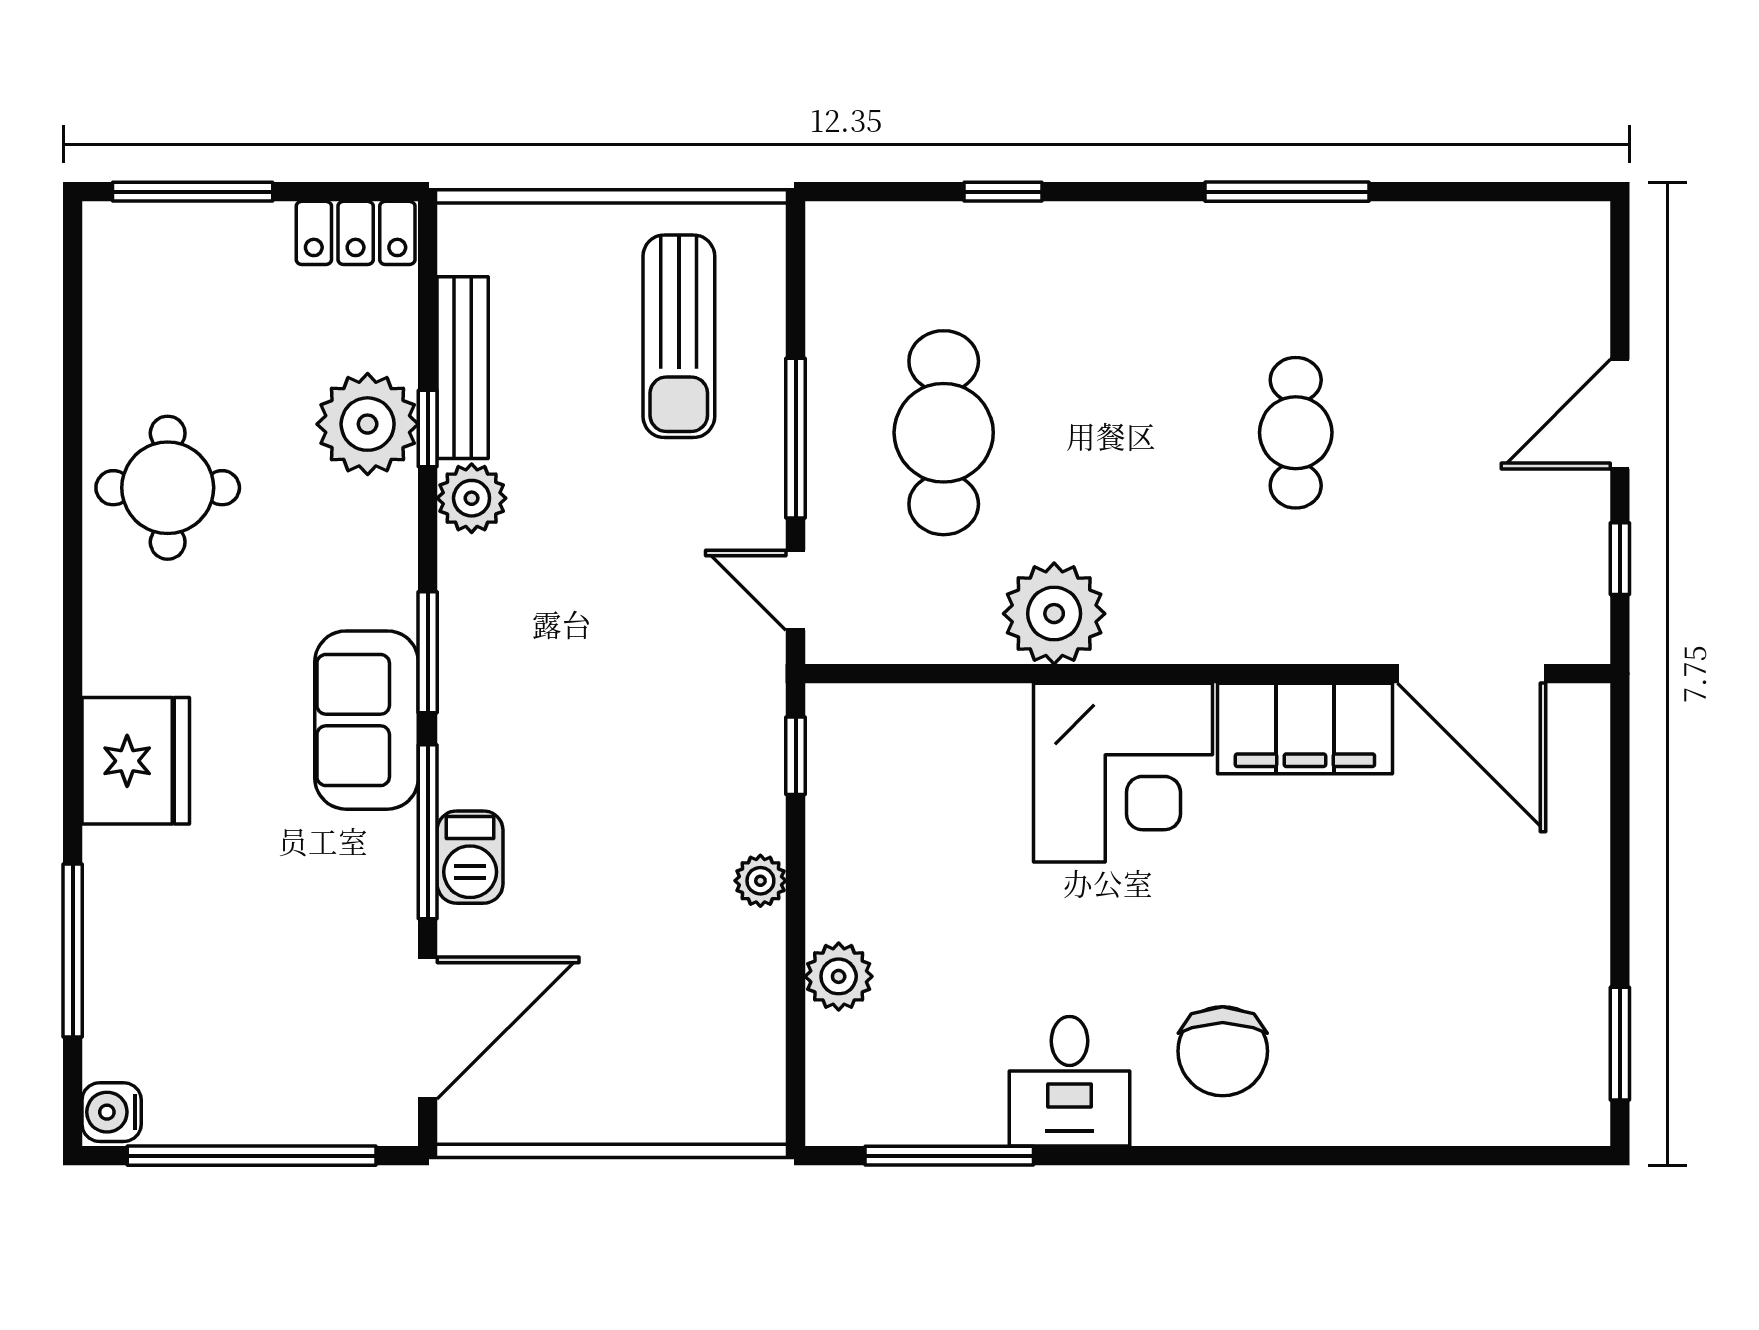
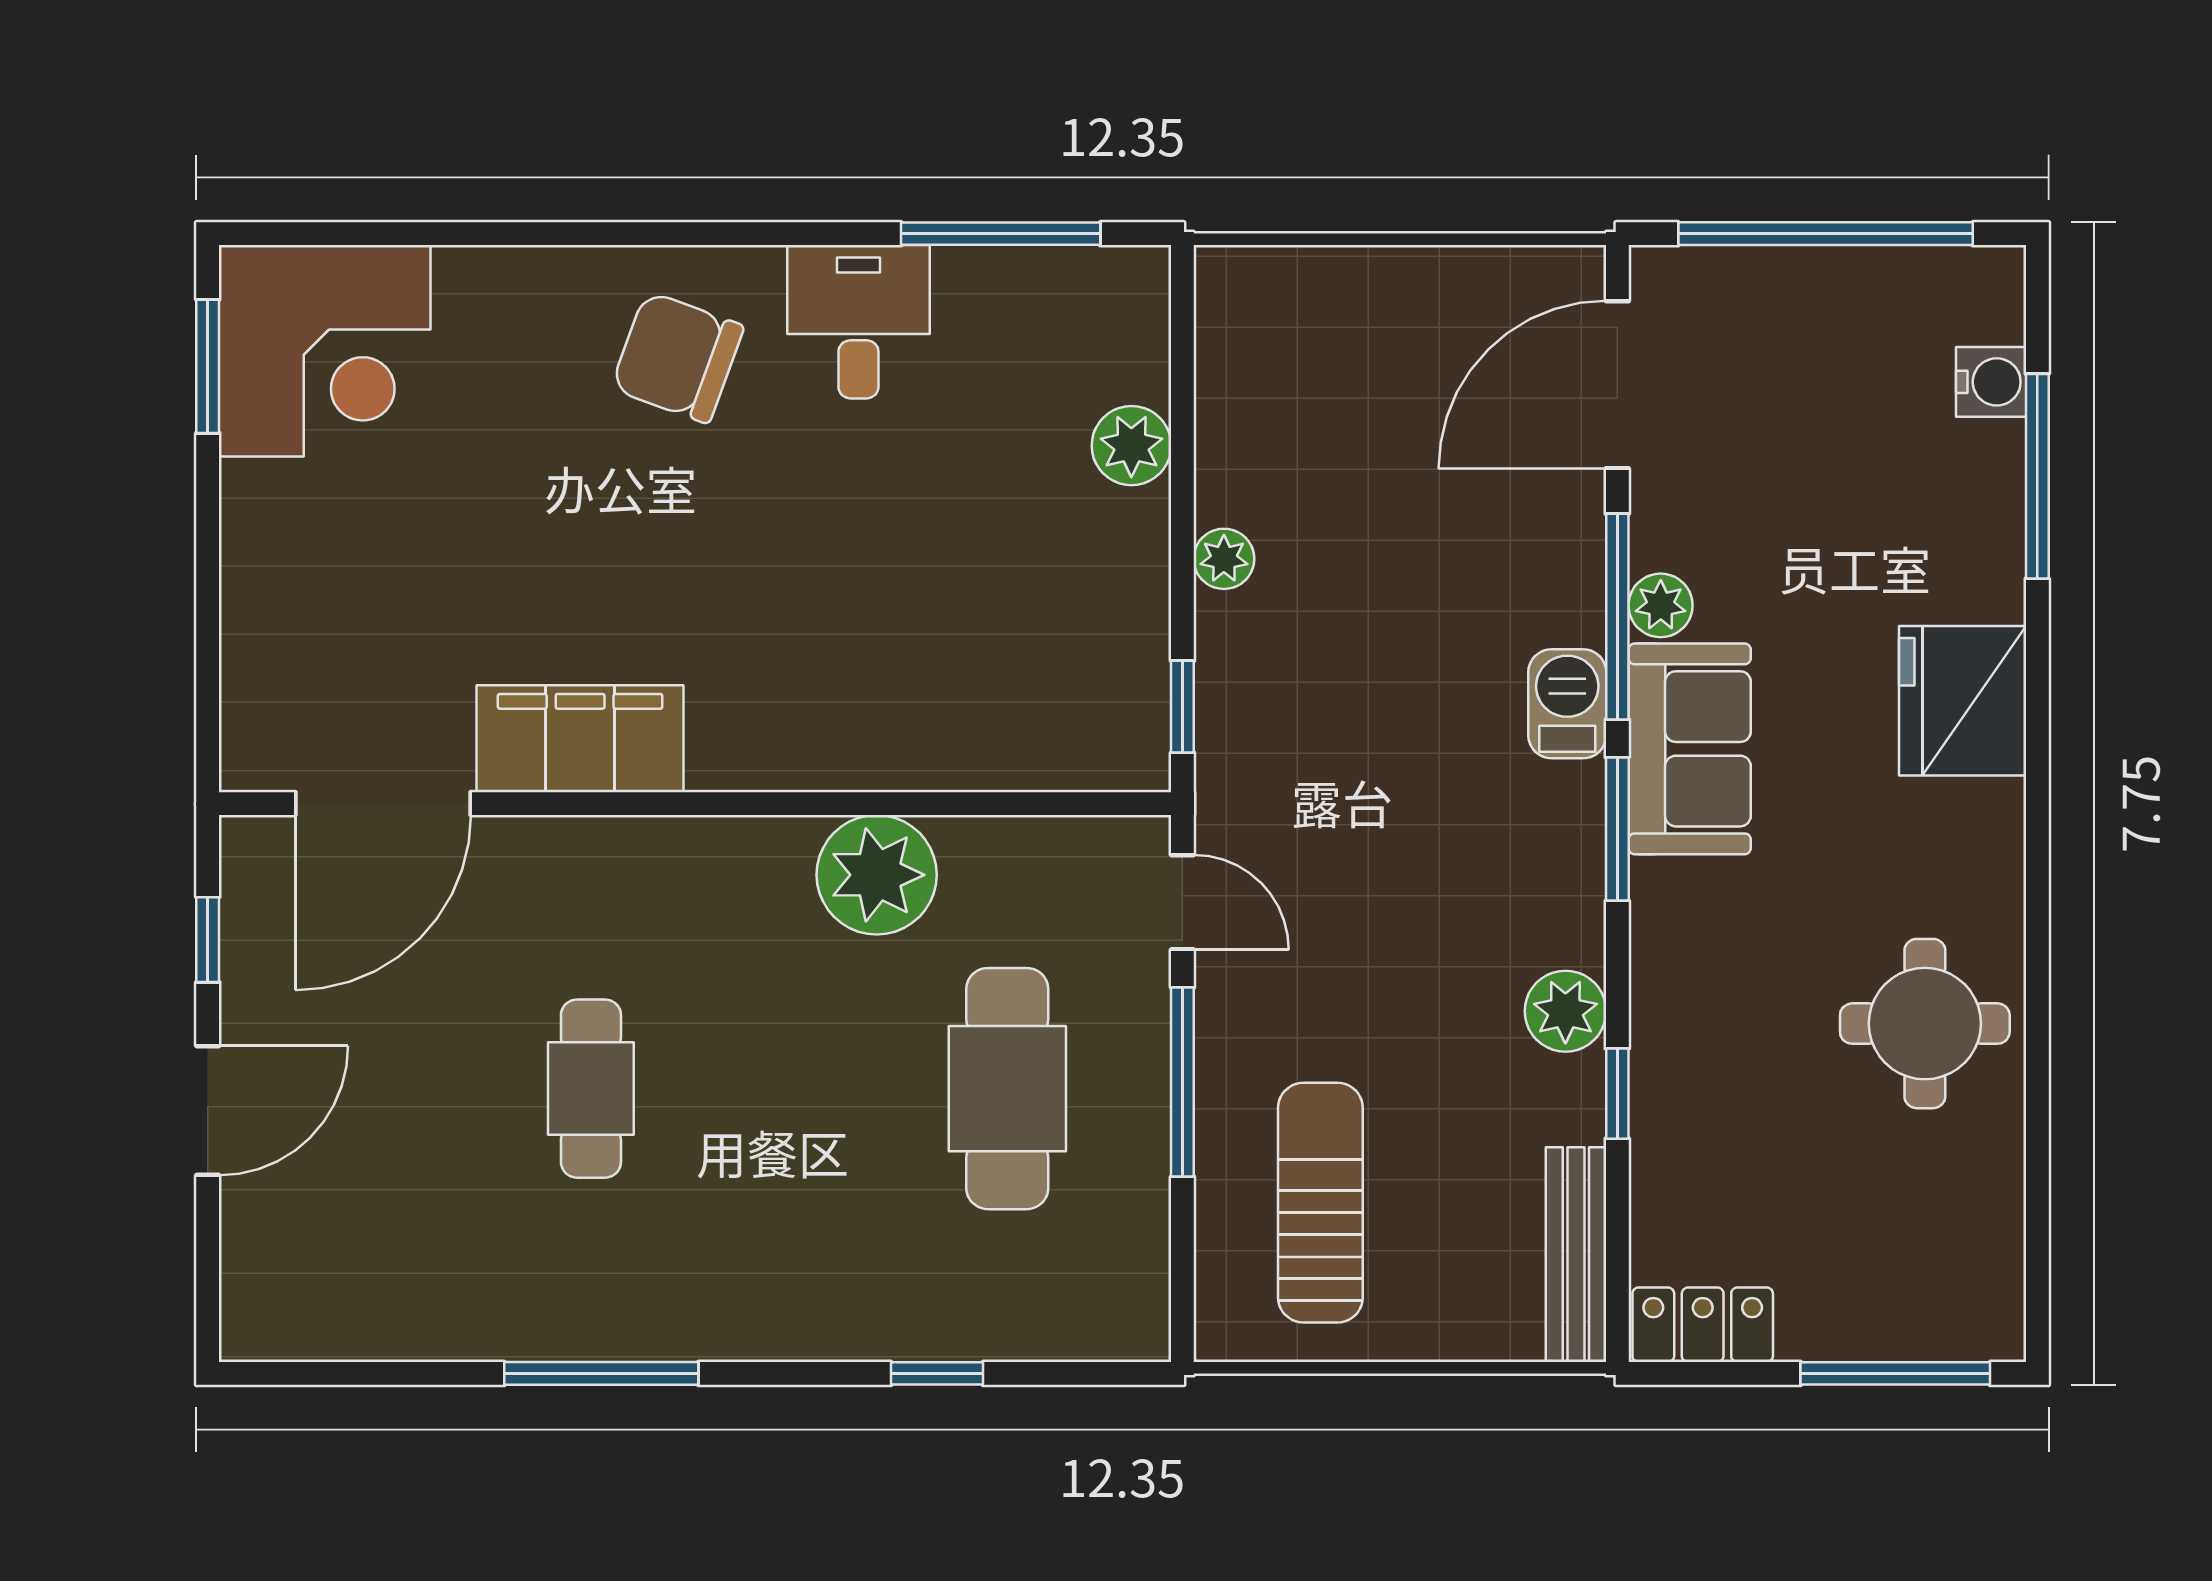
bench: (463, 368) -> (1576, 1255), moved
plant: (368, 424) -> (1661, 605), moved, width x0.53, depth x0.53
door: (1472, 674) -> (383, 804), swing flipped
corner desk: (1123, 773) -> (325, 351), moved, turned 180
barbecue: (470, 857) -> (1567, 704), moved
chair: (1223, 1051) -> (677, 357), turned -70
water cooler: (112, 1112) -> (1991, 382), moved

